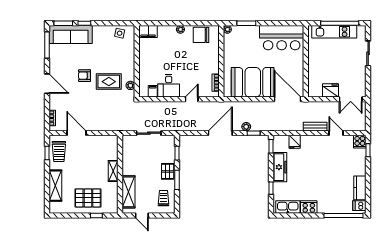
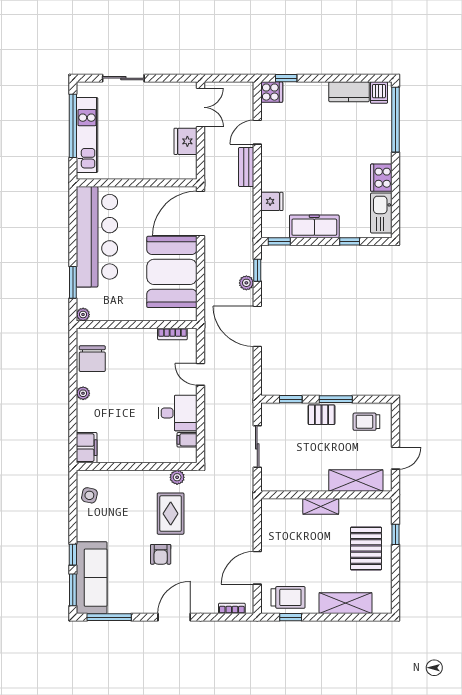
bar counter: (282, 38) -> (97, 237), width x1.36

